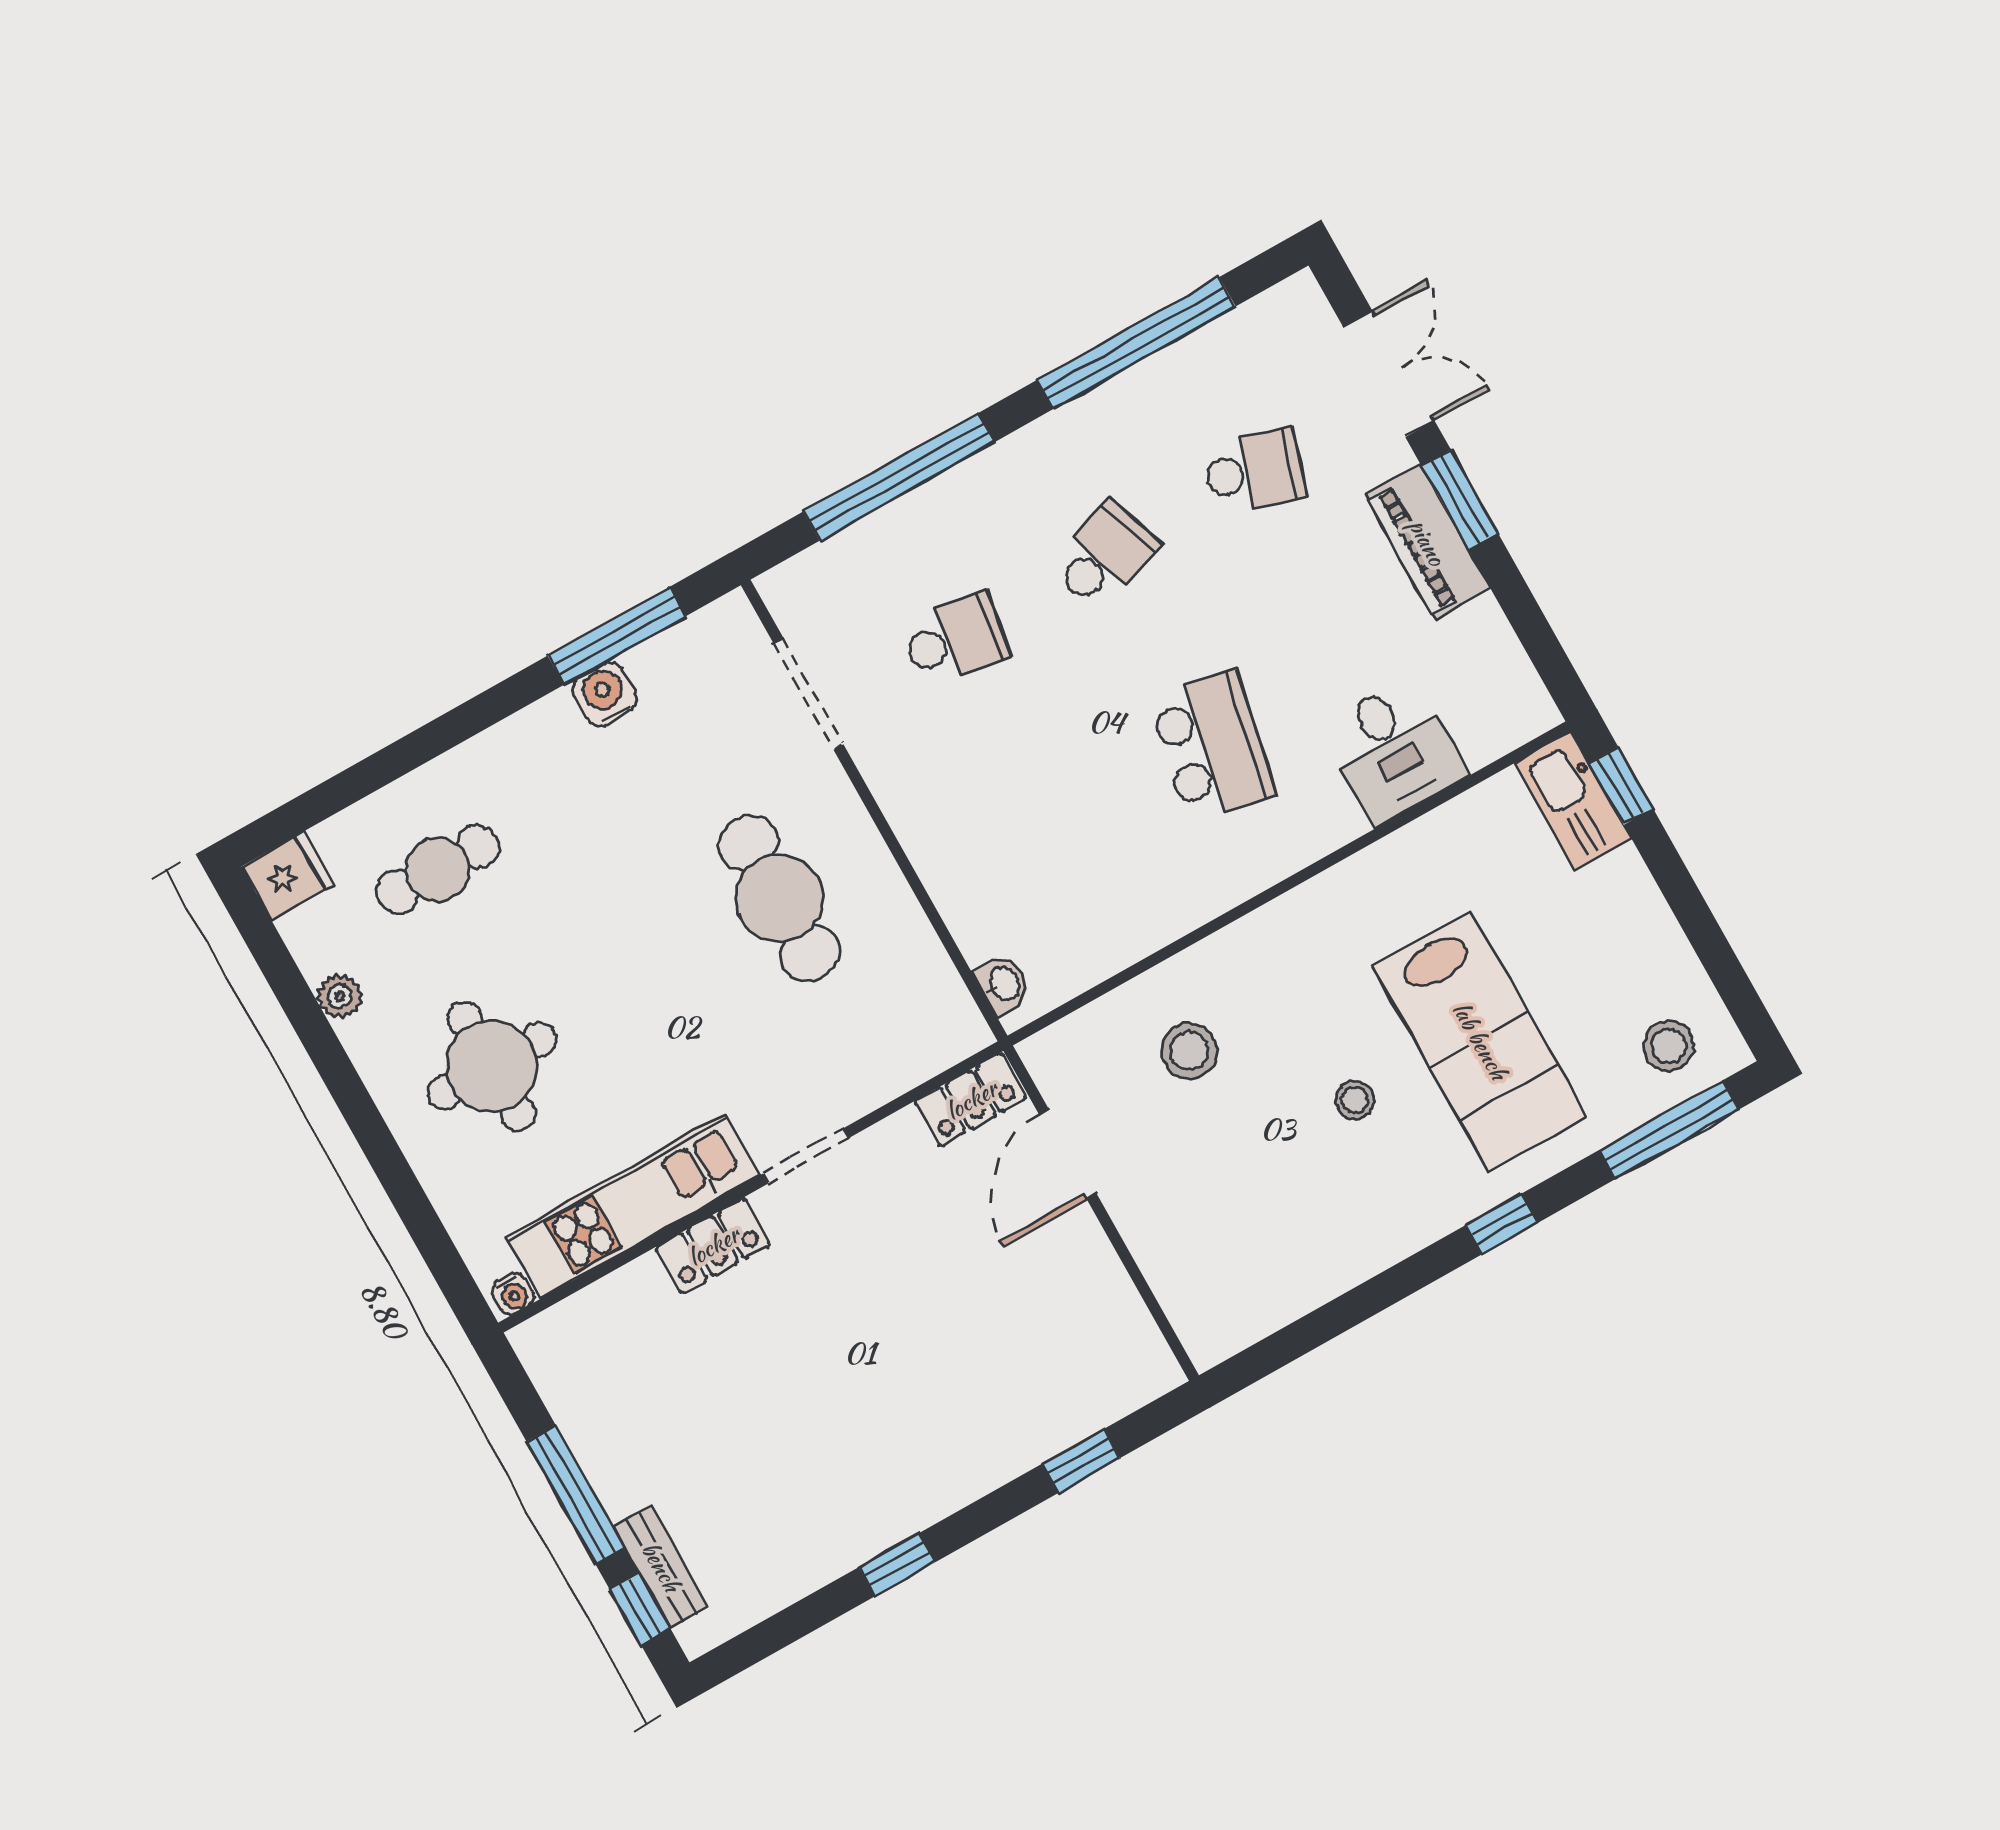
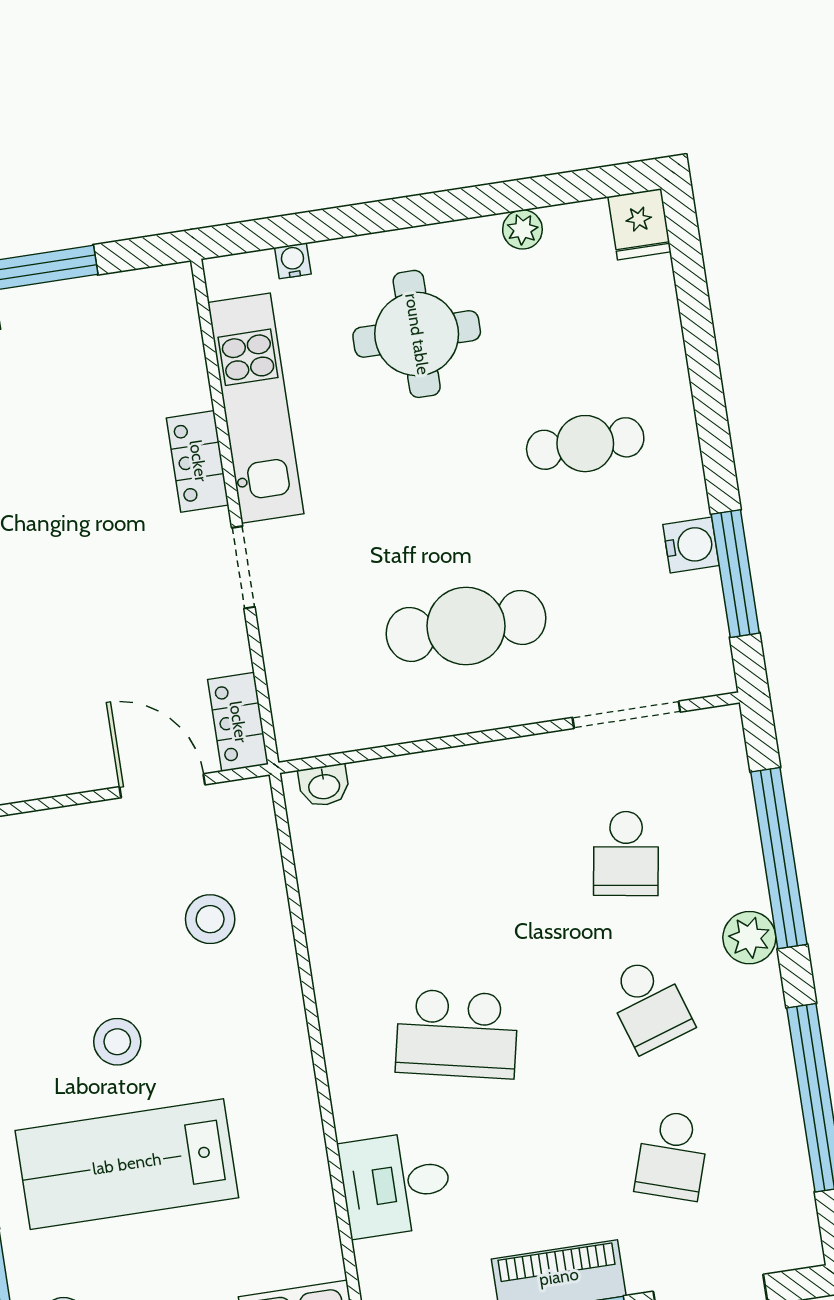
plant: (994, 476) -> (749, 938), added
cafe table: (438, 869) -> (585, 444), moved, turned 90
stool: (1355, 1100) -> (117, 1042), width x1.37, depth x1.37
water cooler: (513, 1294) -> (293, 261), moved, turned 90

